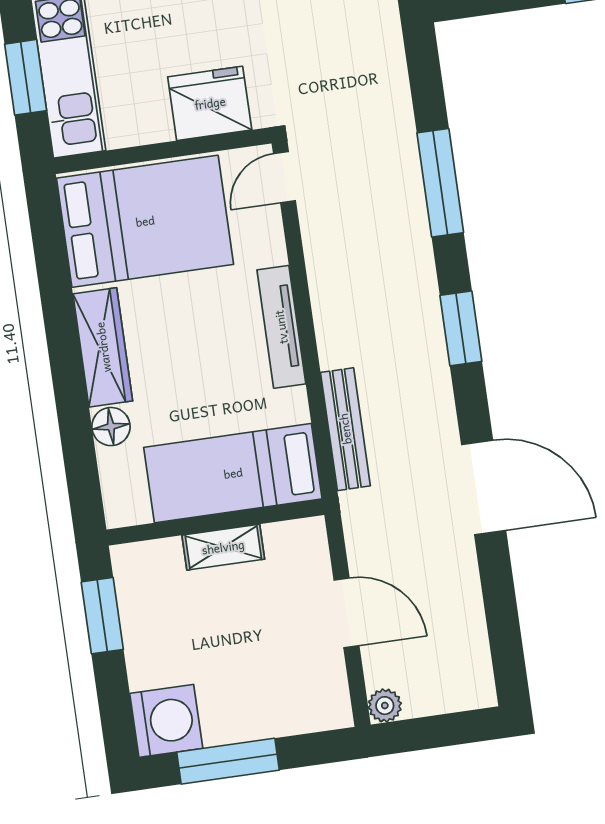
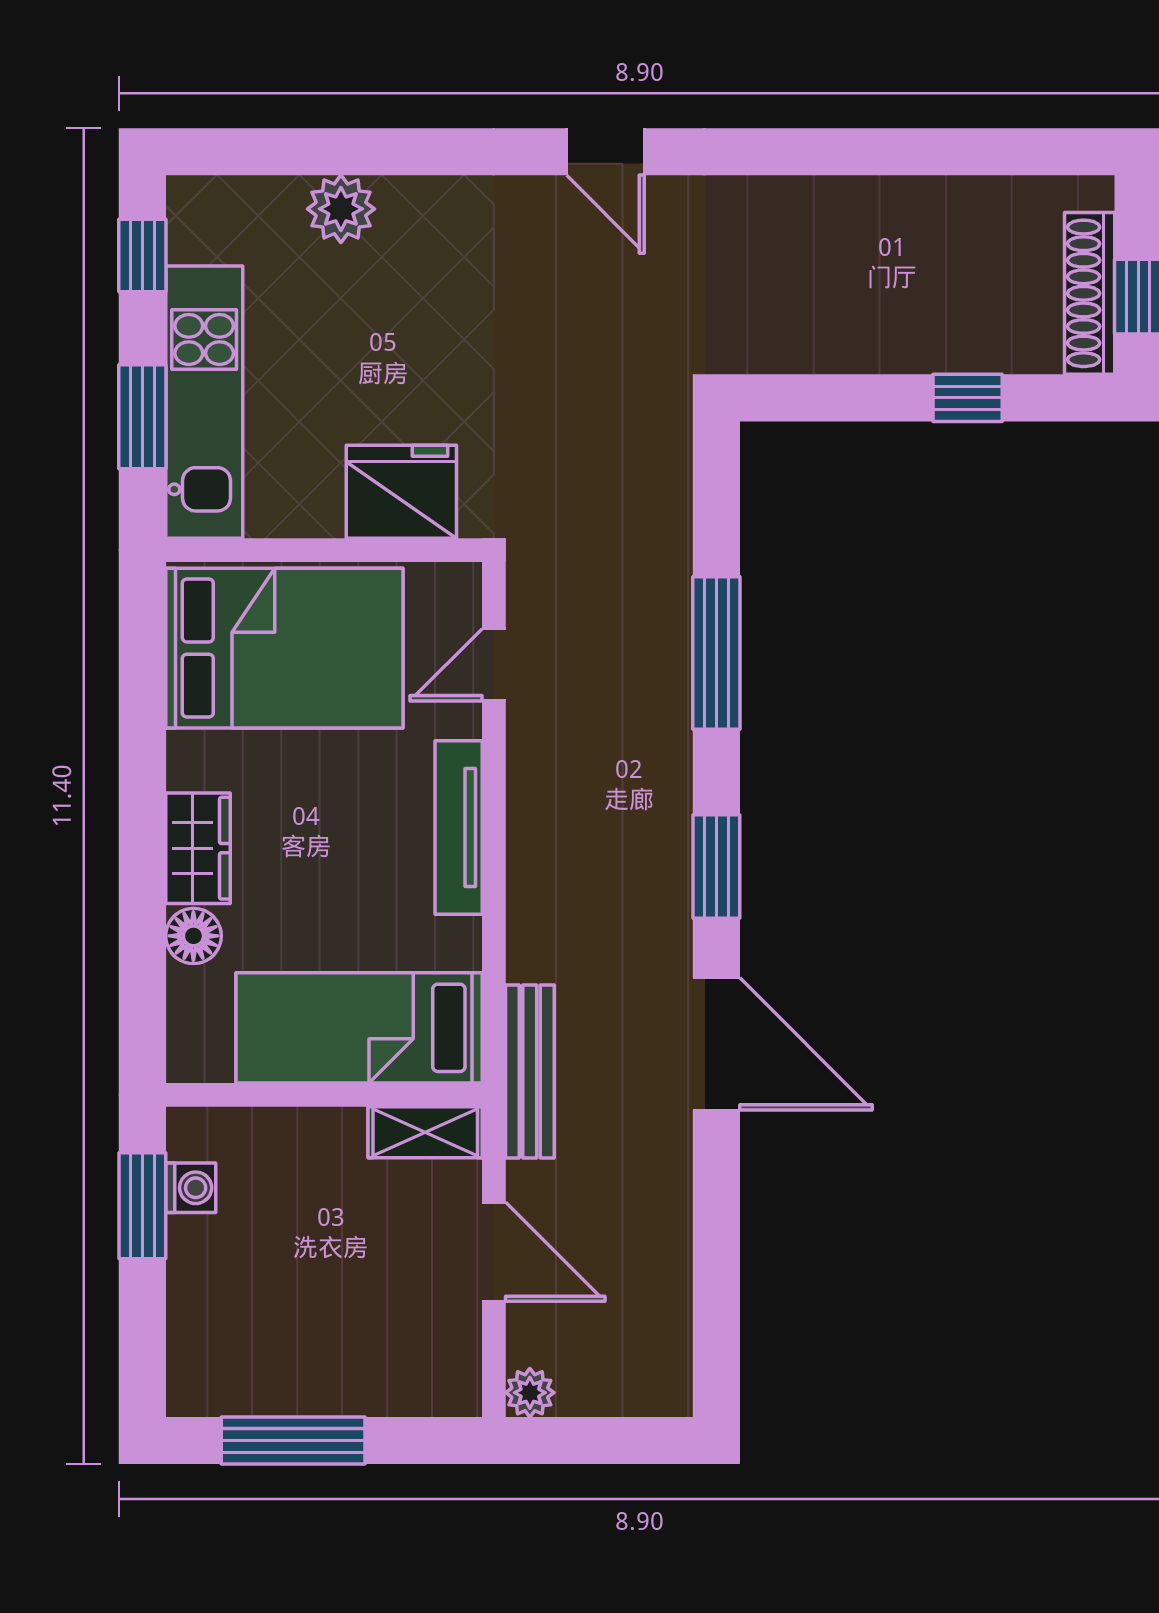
door: (284, 177) -> (494, 665), moved
wardrobe: (103, 347) -> (198, 848), width x0.67
bench: (345, 429) -> (530, 1072), moved
door: (484, 487) -> (716, 1044), moved
shelving: (223, 547) -> (425, 1132), moved
washing machine: (166, 721) -> (191, 1188), moved, width x0.53, depth x0.53

